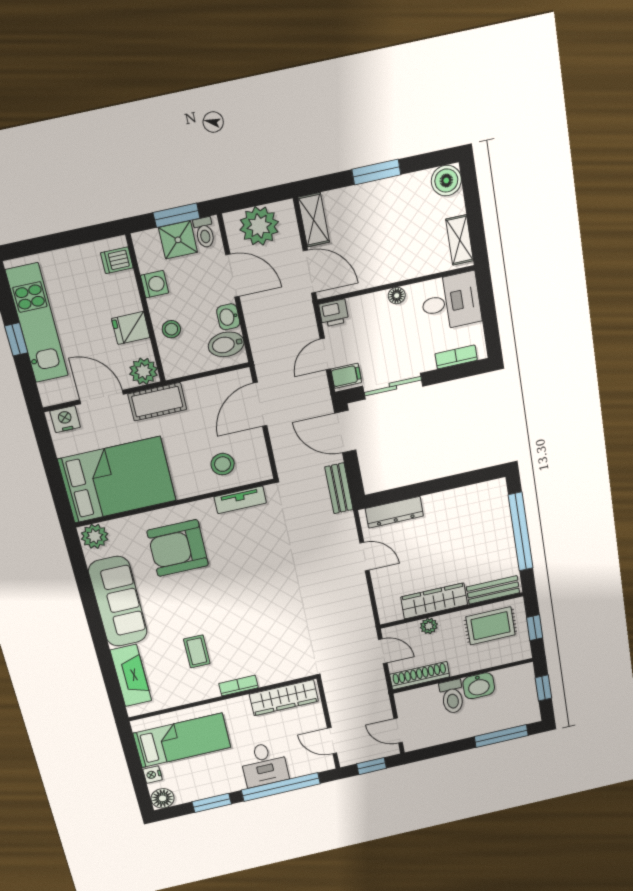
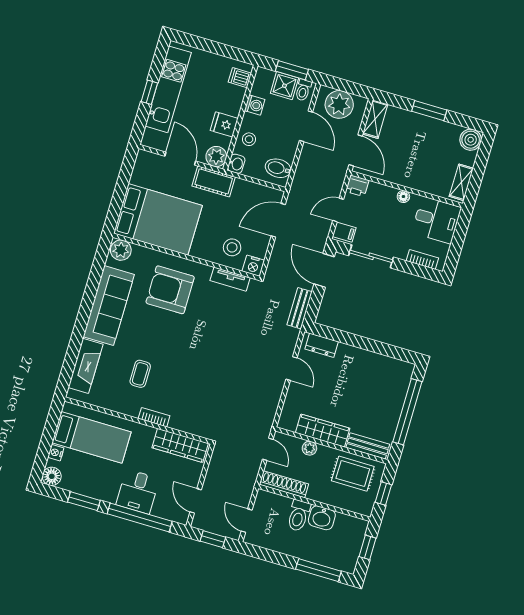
washbasin: (228, 317) -> (236, 164), moved, turned 180
nightstand: (65, 419) -> (253, 266), moved, turned 180
dresser: (394, 512) -> (322, 345), width x0.70

